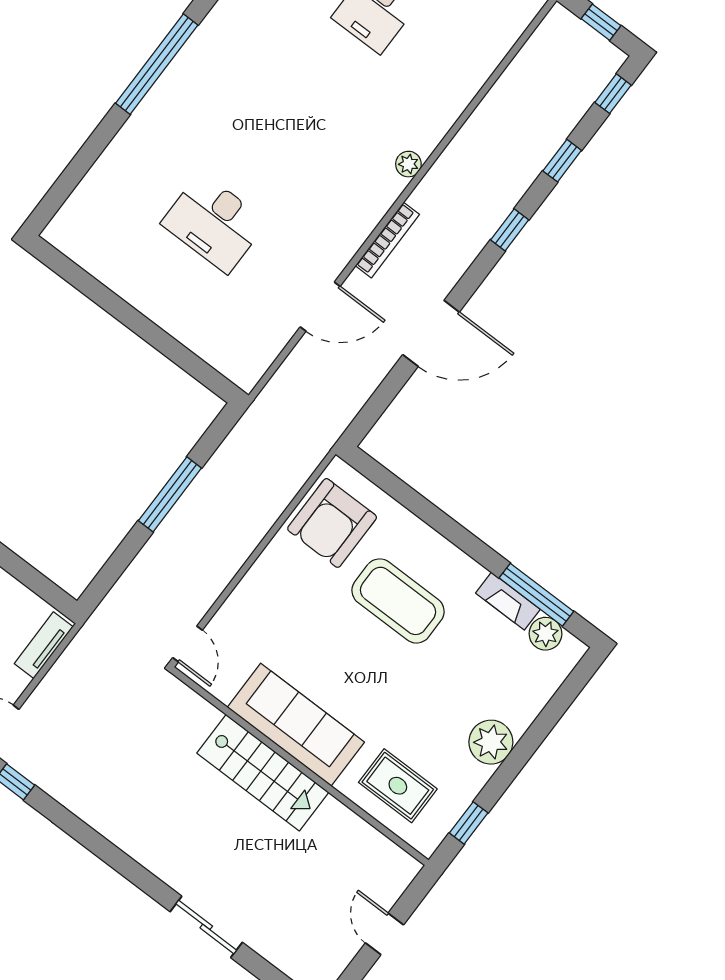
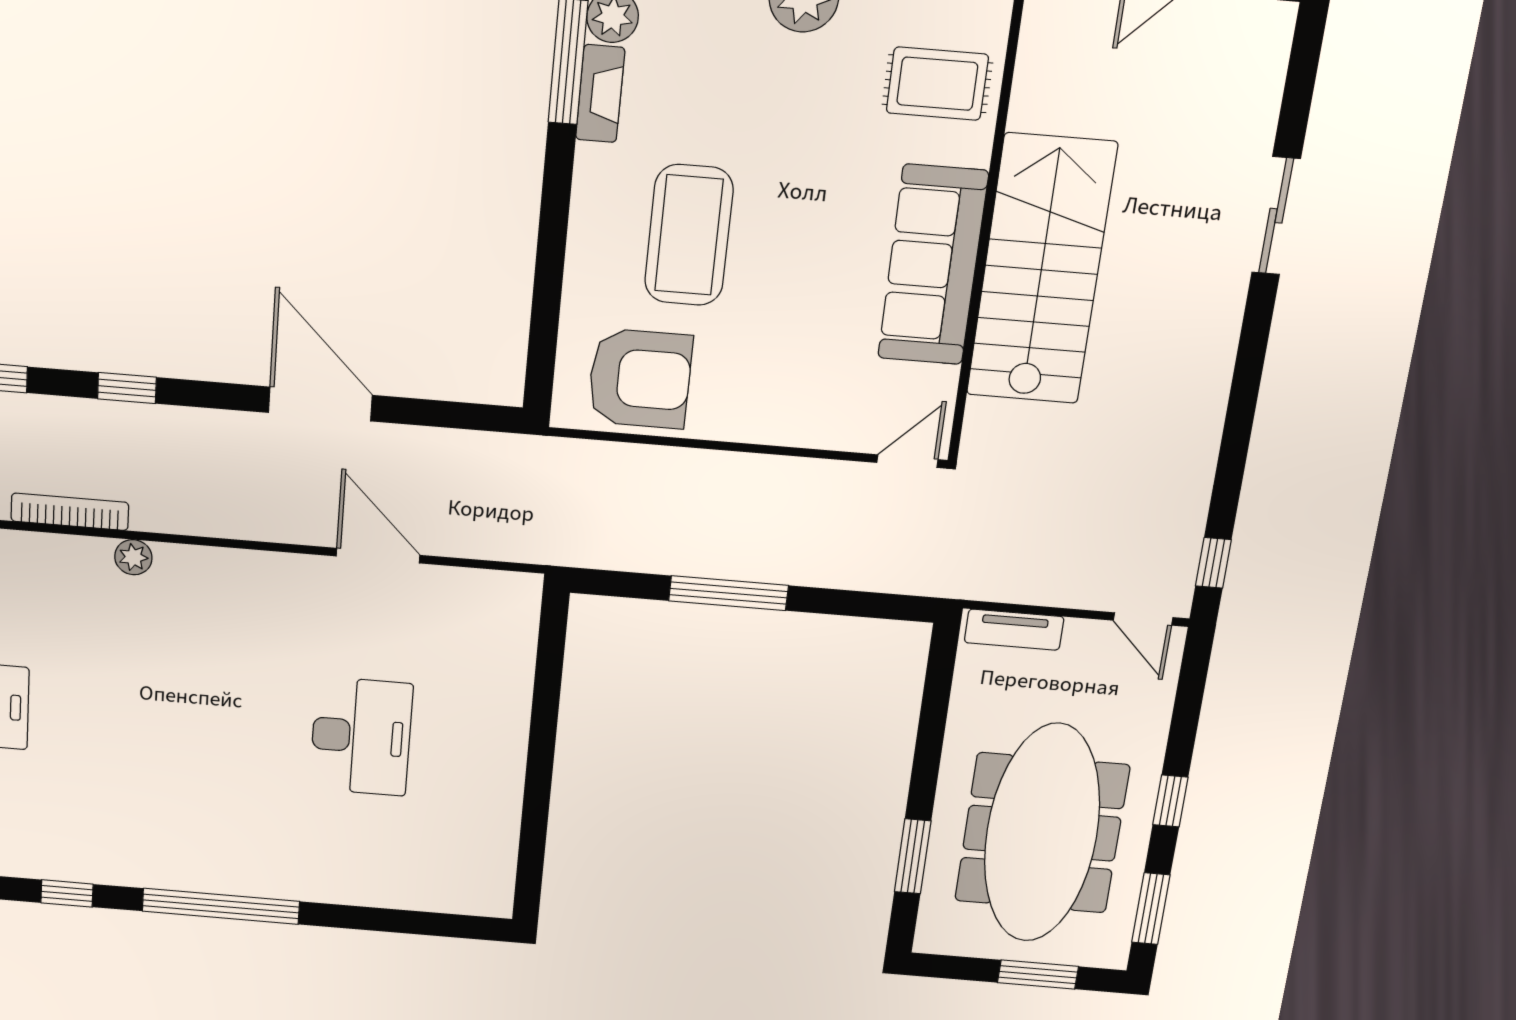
bookcase: (387, 240) -> (70, 512), moved
stairs: (263, 773) -> (1041, 270), width x1.36, depth x1.51
rug: (398, 786) -> (937, 84), turned 90

